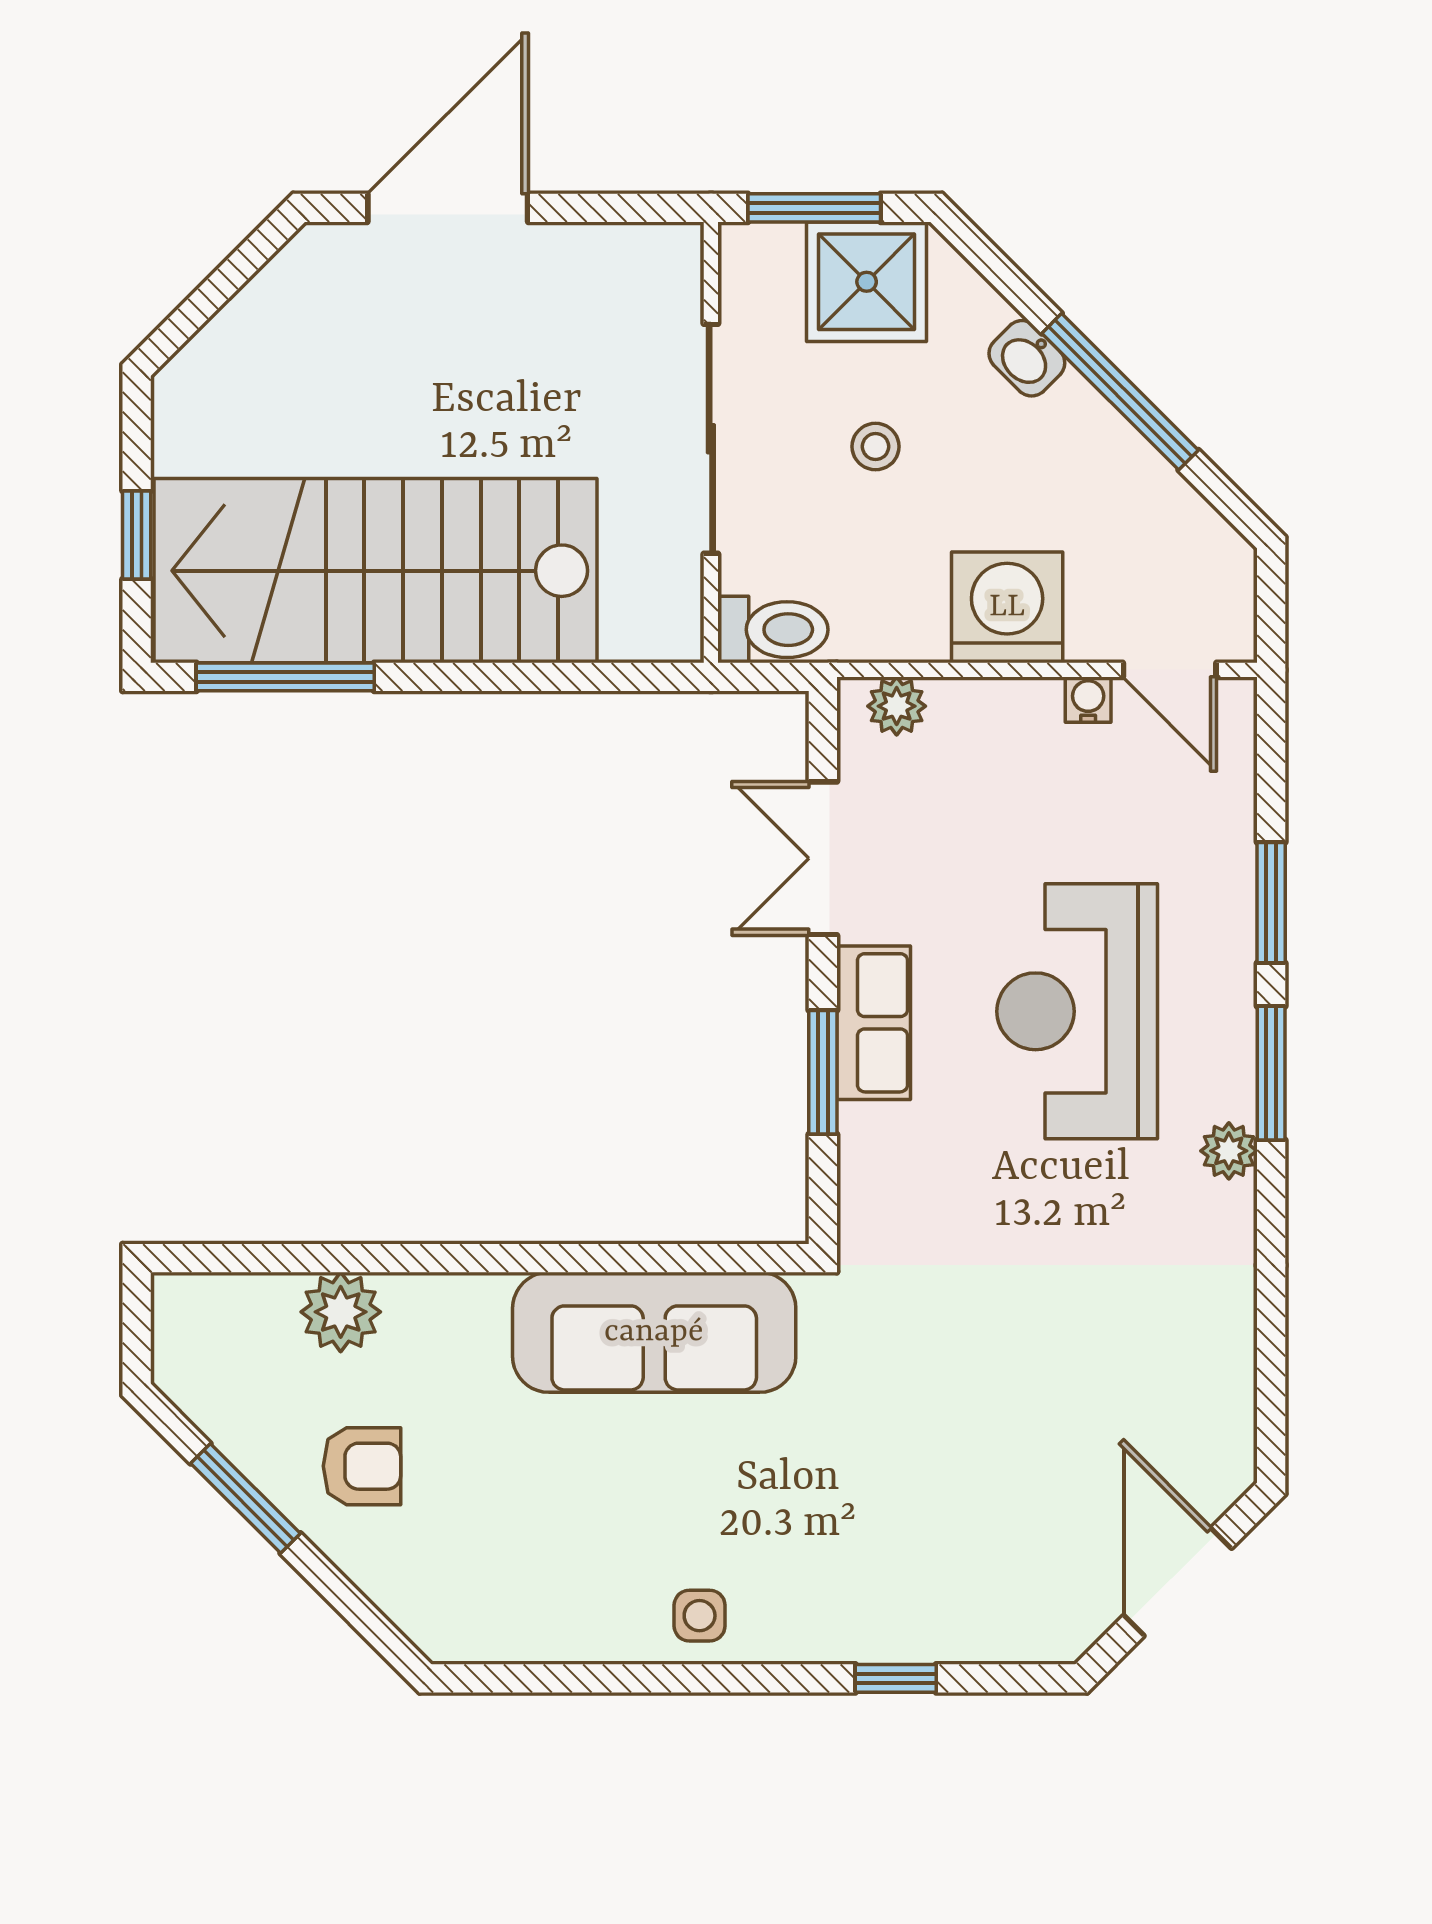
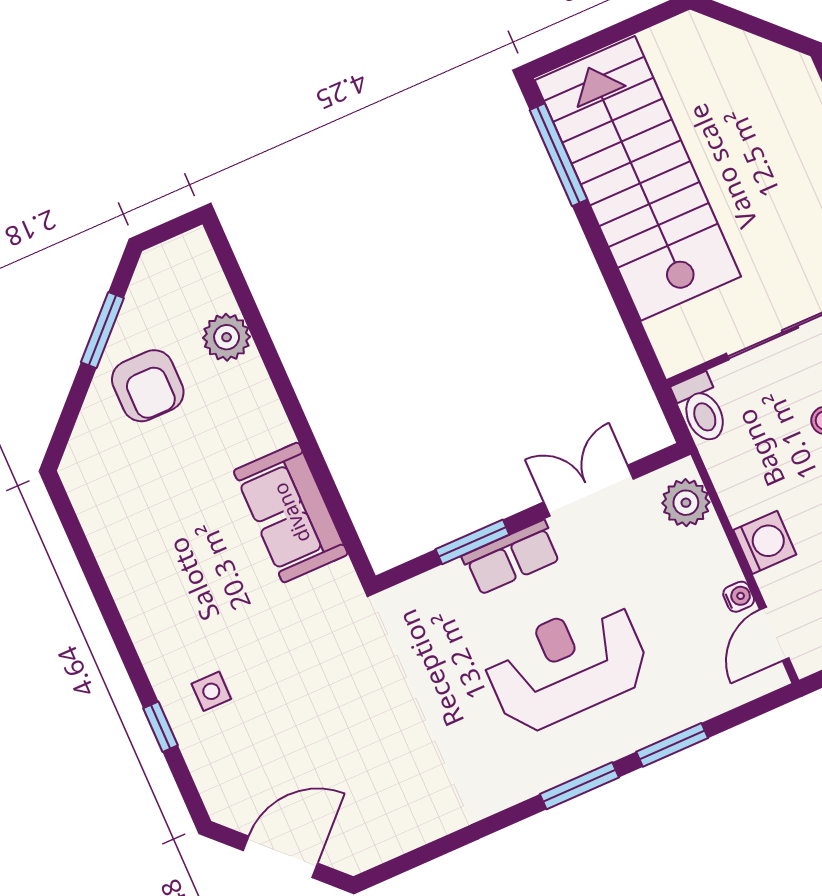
window: (137, 535) -> (600, 40), removed
washing machine: (1007, 607) -> (765, 542), width x0.73, depth x0.73
plant: (897, 706) -> (686, 503), width x1.38, depth x1.38
plant: (1229, 1151) -> (527, 781), removed
sofa: (654, 1332) -> (291, 513), width x0.73
armchair: (362, 1466) -> (148, 386), width x1.38, depth x1.38
side table: (700, 1616) -> (211, 691), moved

